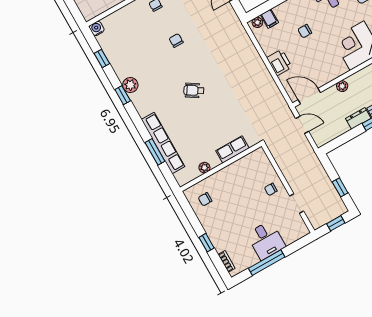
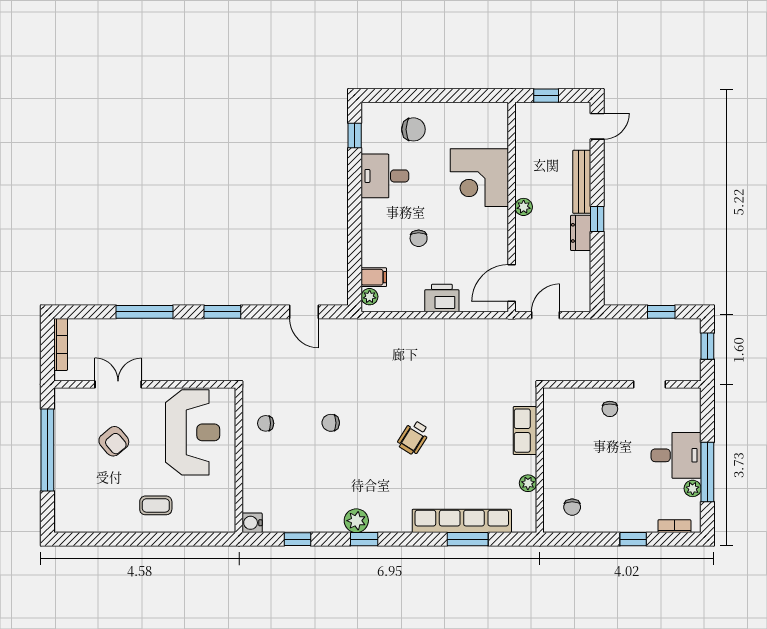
plant: (342, 86) -> (524, 207), moved
plant: (253, 260) -> (693, 488), added

